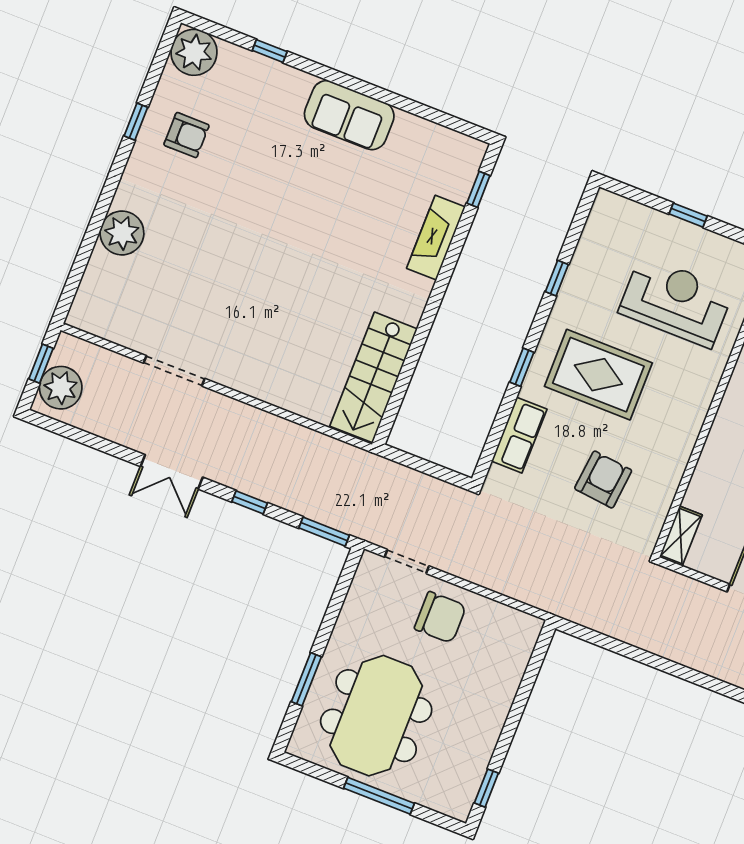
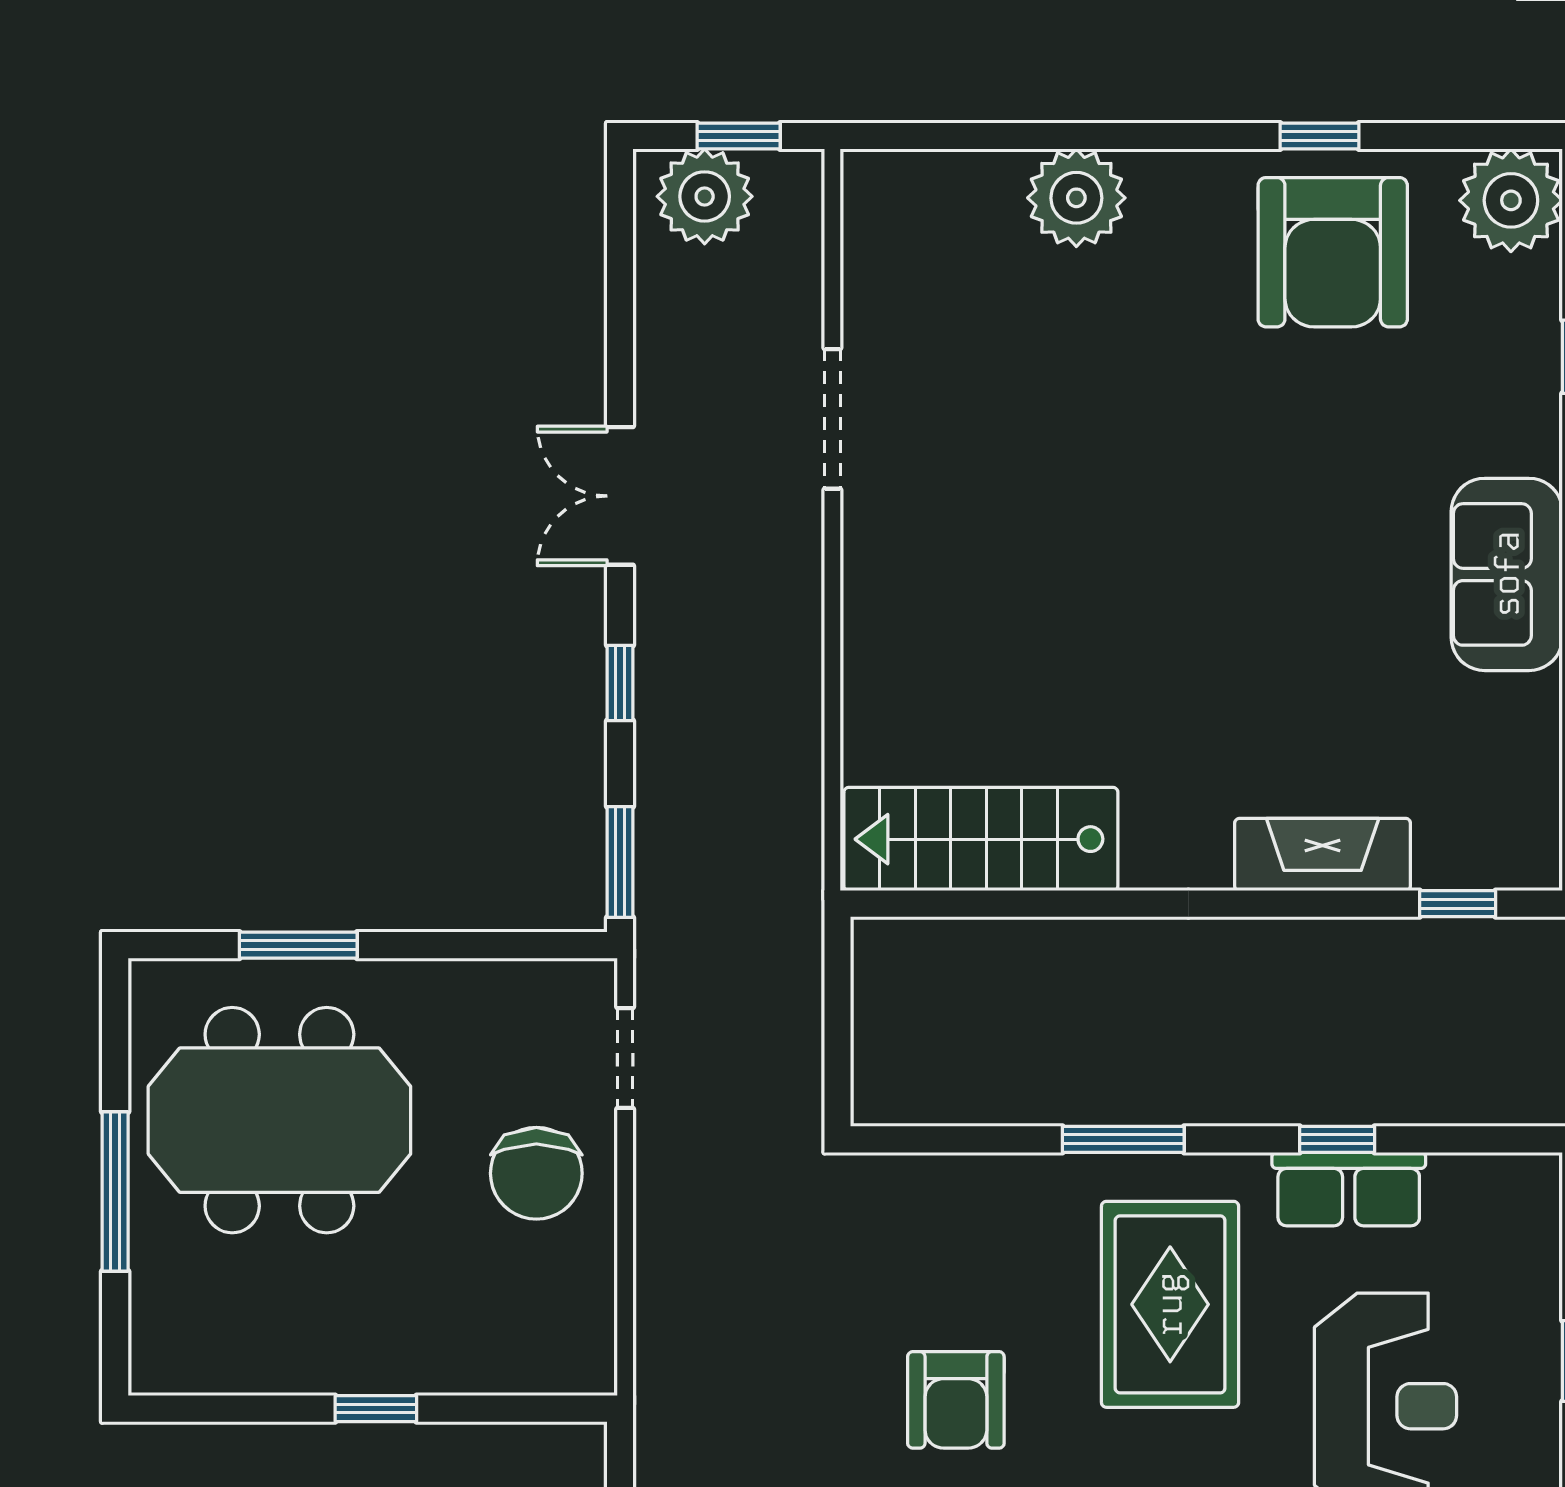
armchair: (187, 135) -> (1333, 252), width x1.88, depth x1.88
window: (522, 367) -> (1123, 1139), width x1.50
row of seats: (519, 435) -> (1349, 1189), moved
armchair: (603, 479) -> (956, 1400), turned 84
window: (486, 788) -> (376, 1409), moved

